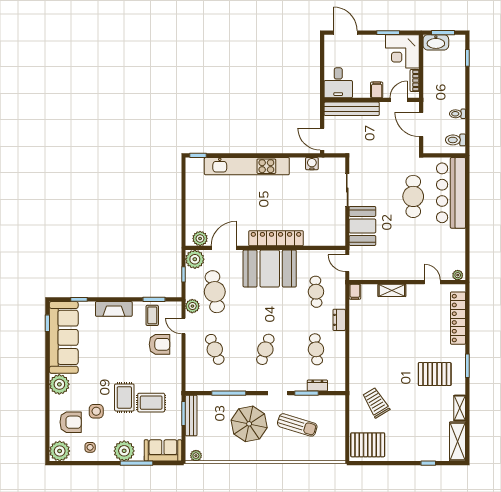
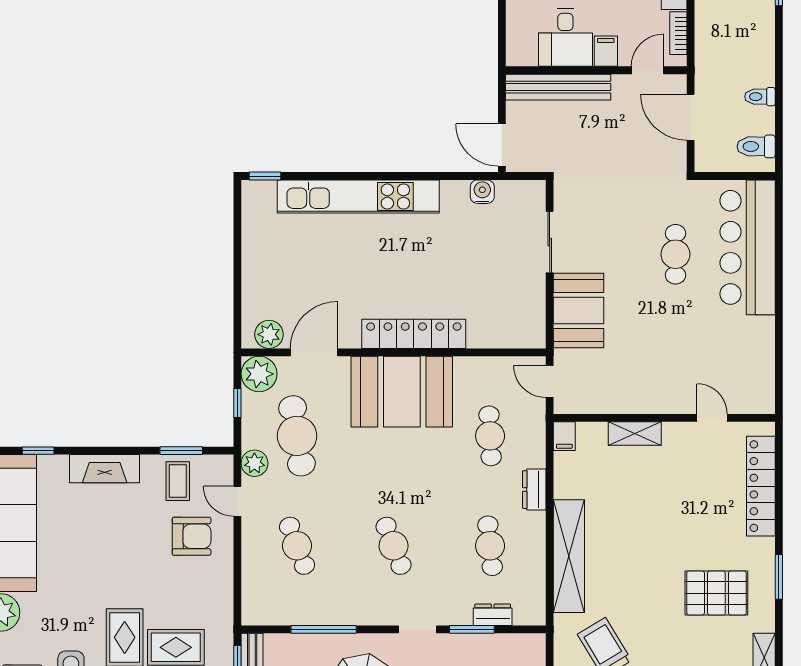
desk: (338, 83) -> (565, 38), moved
cafe table: (413, 196) -> (675, 254), width x0.73, depth x0.74
plant: (458, 275) -> (760, 404), removed
cafe table: (265, 349) -> (394, 546), turned -39
shelving: (357, 355) -> (569, 556), added

